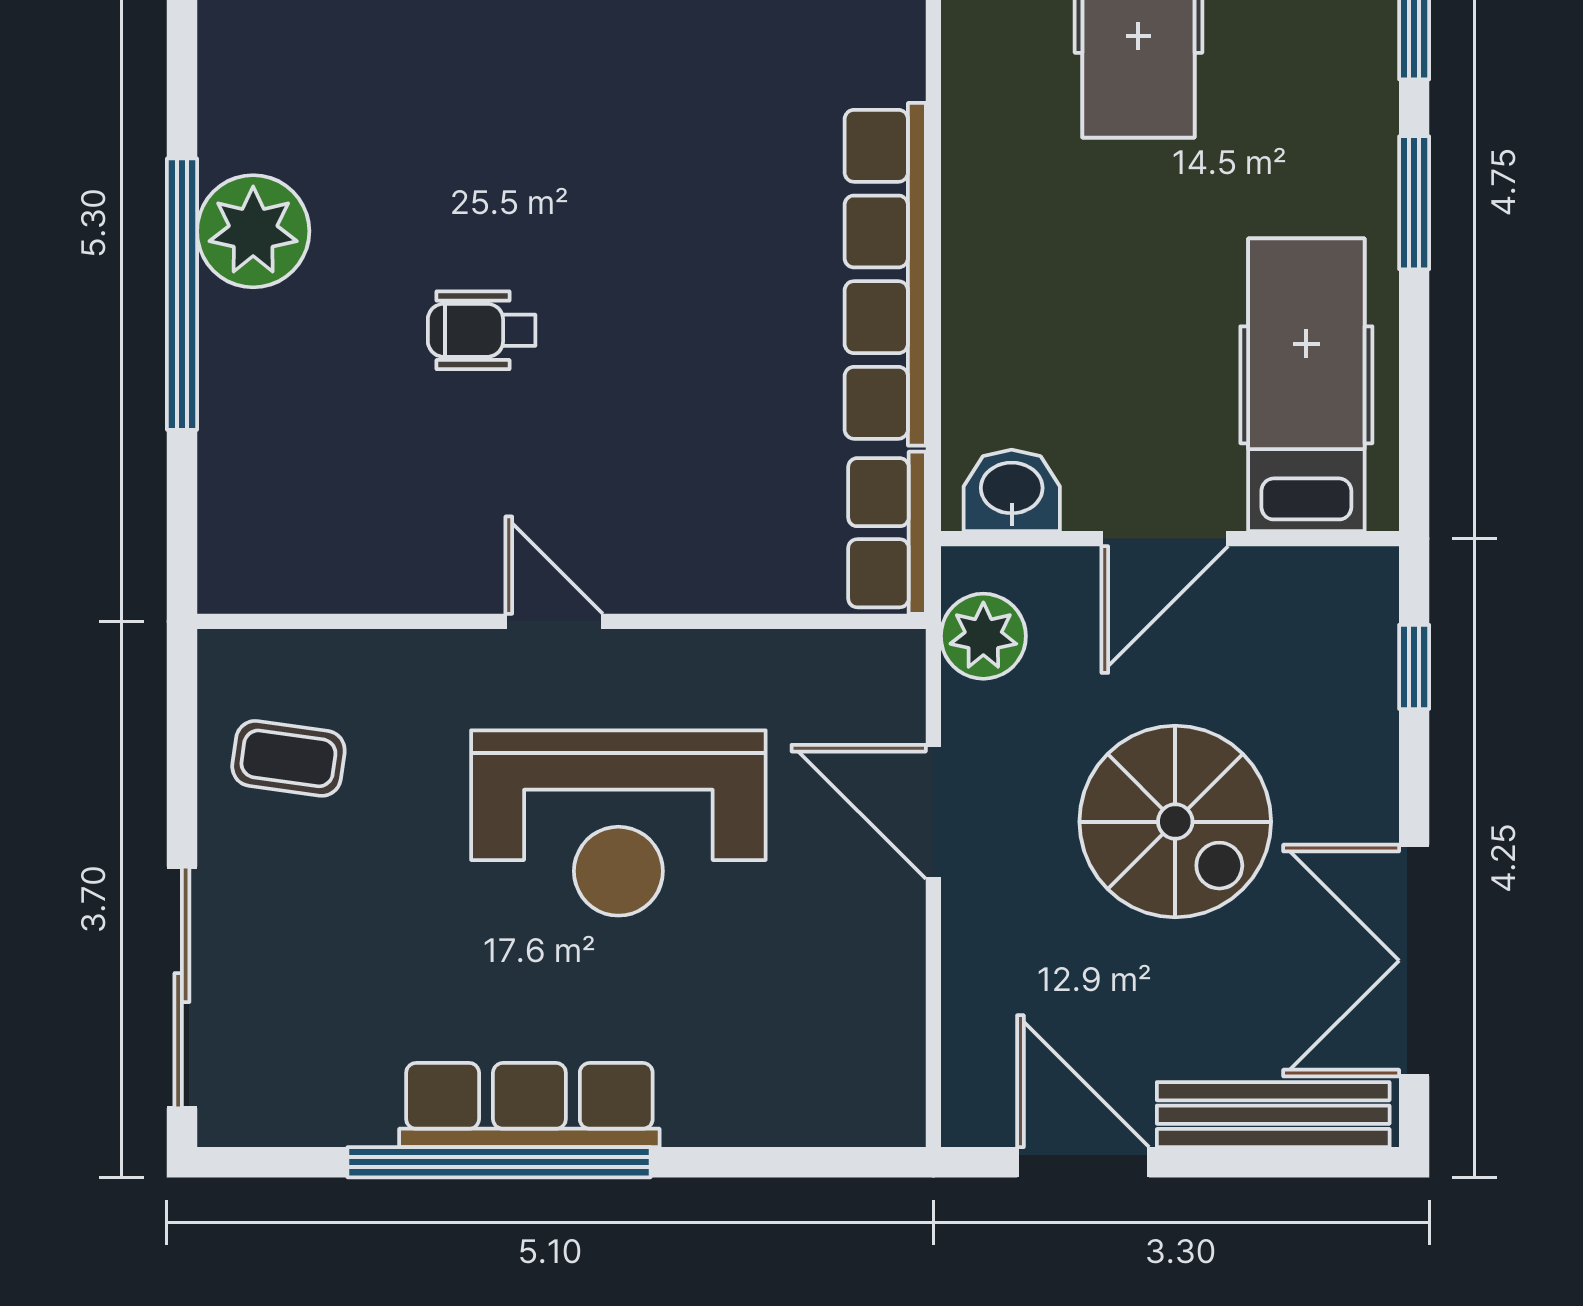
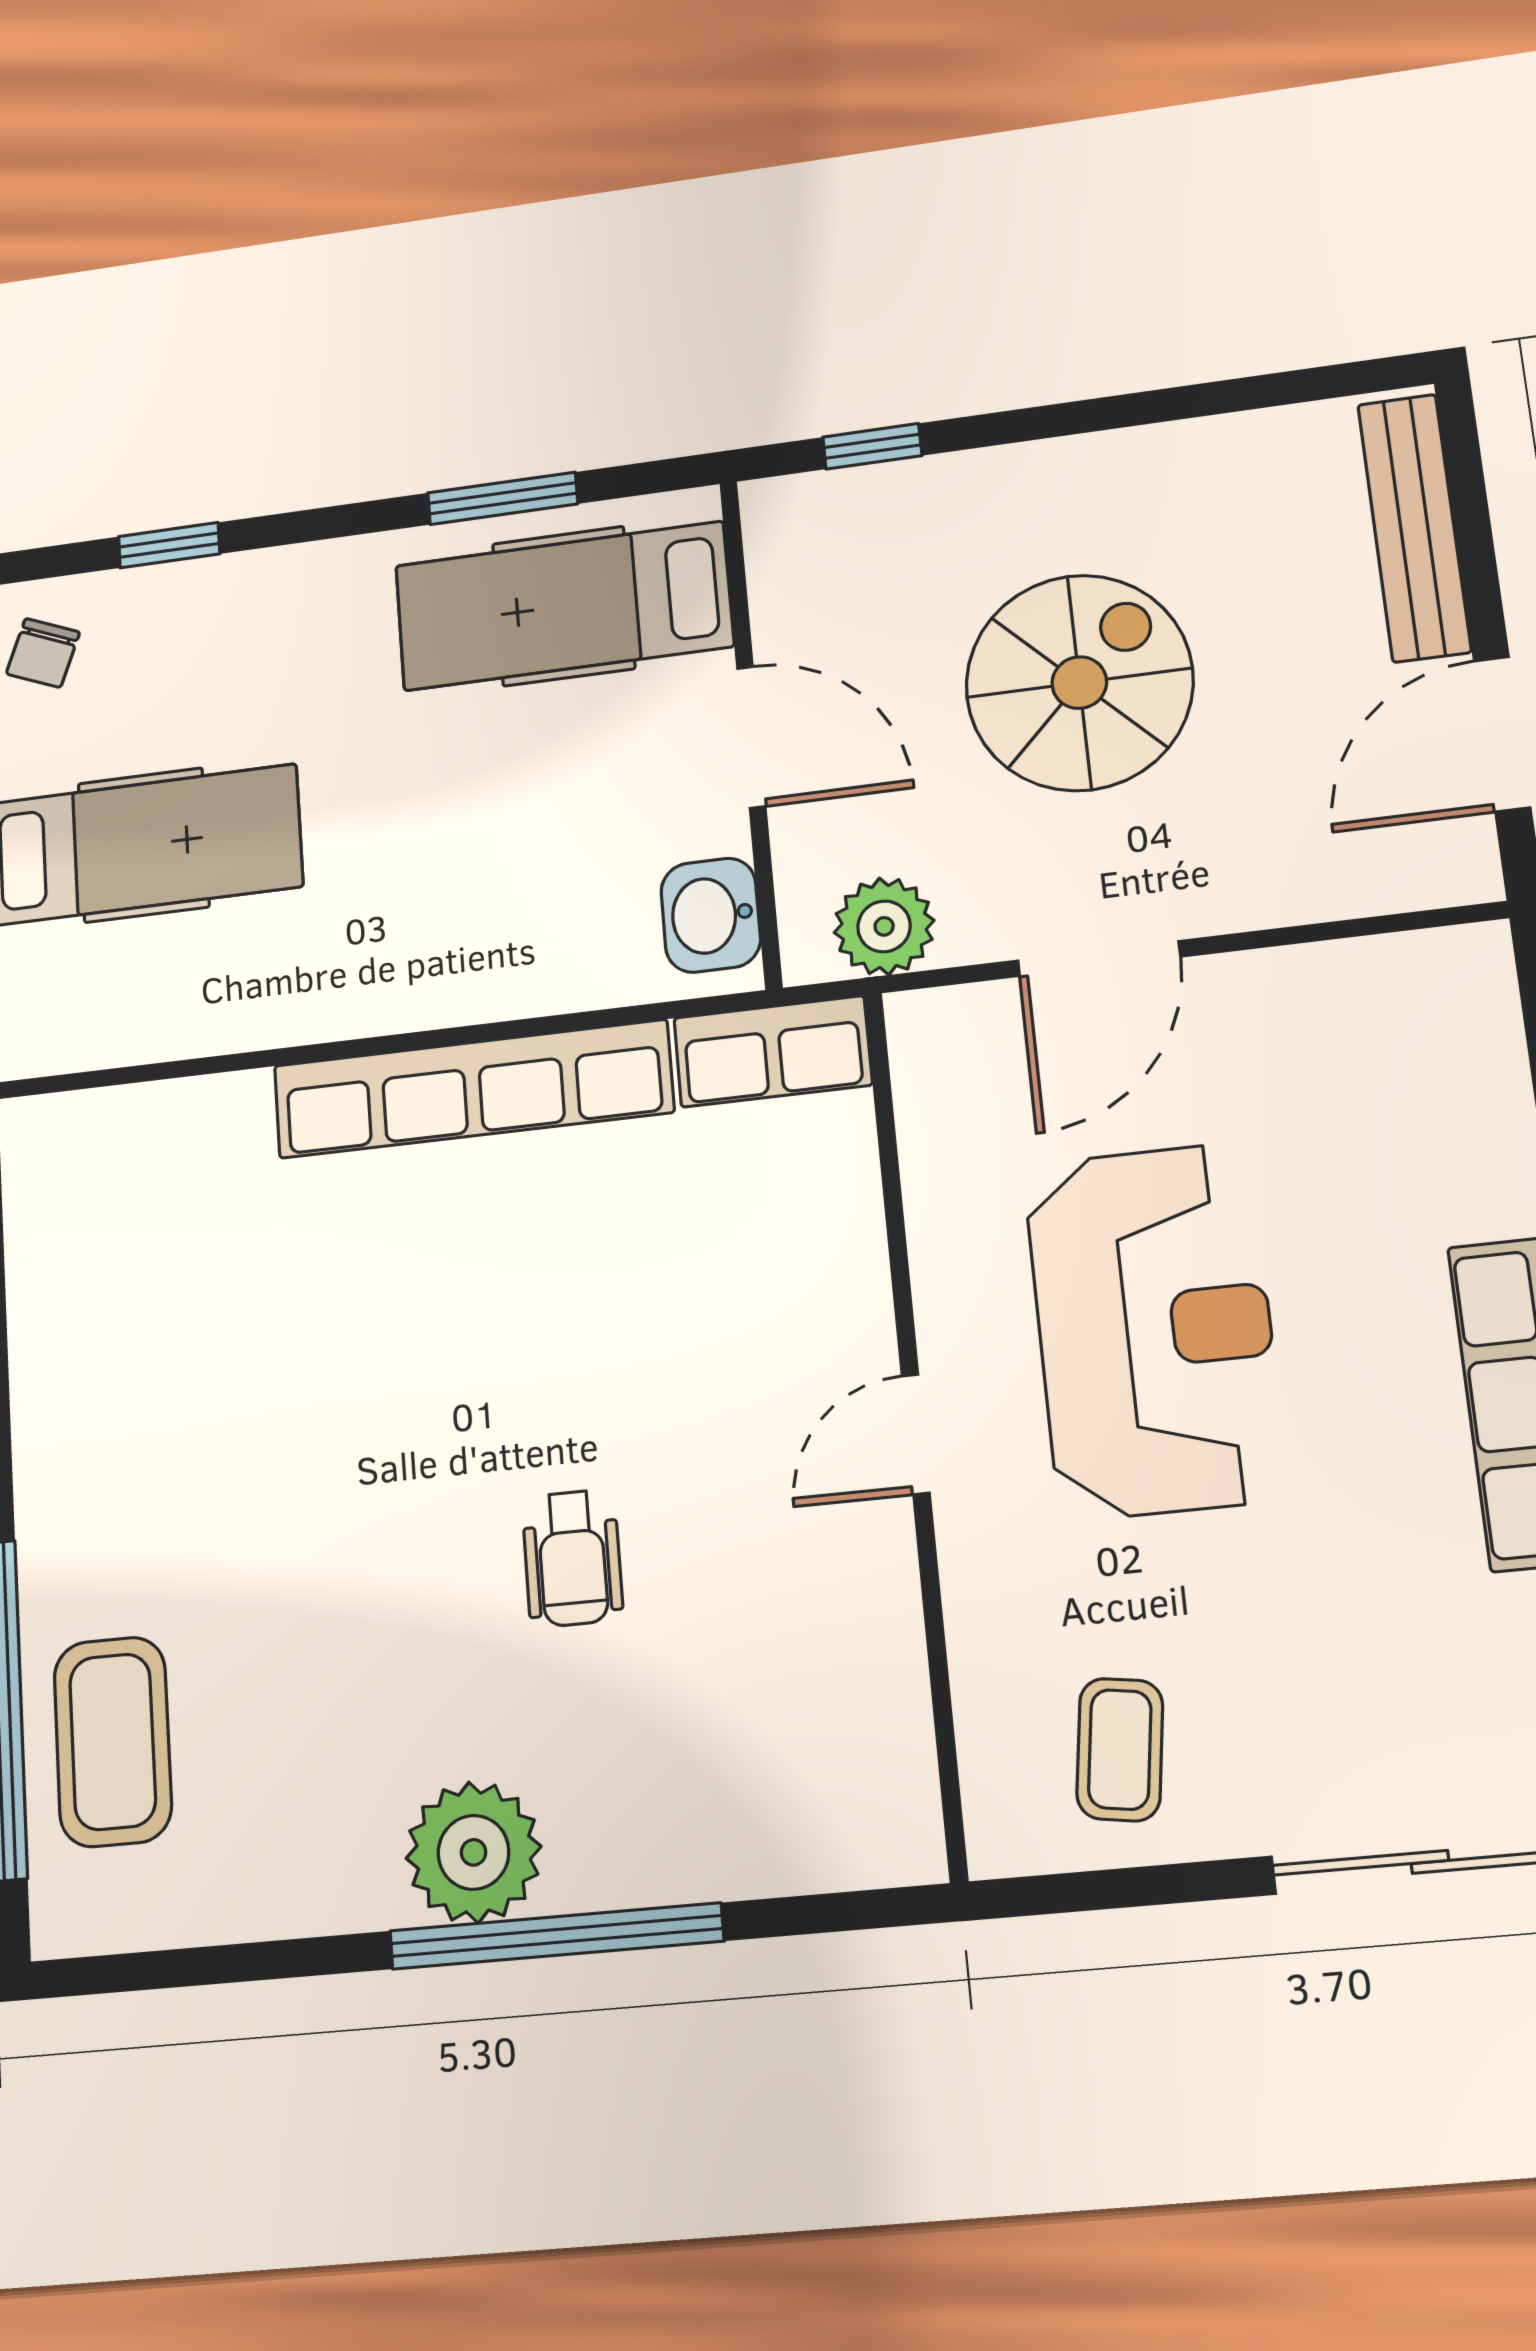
window: (1414, 203) -> (503, 498), moved
double door: (1414, 961) -> (1211, 399), removed

